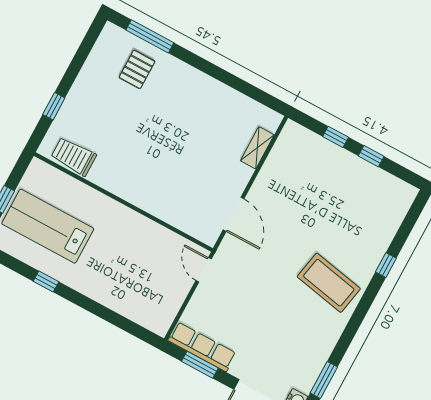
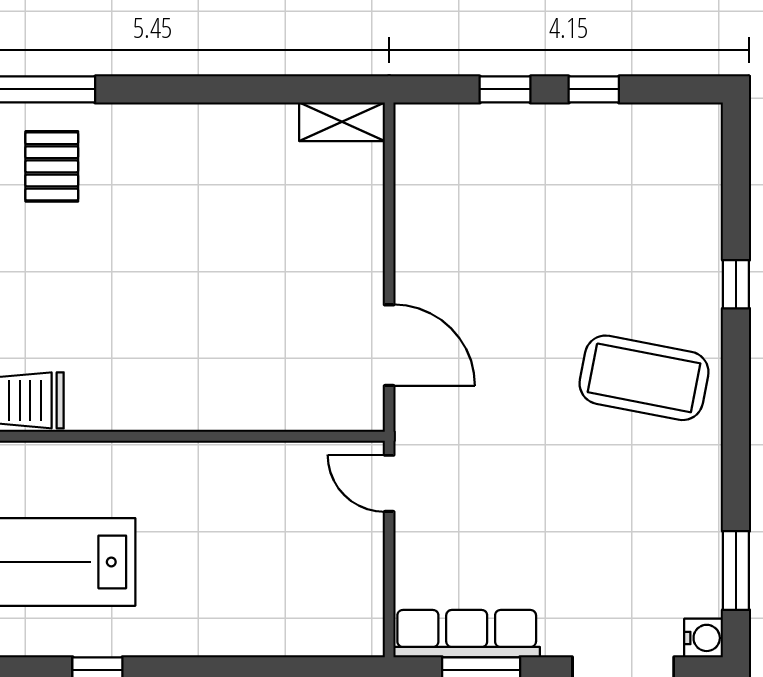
shelving: (257, 148) -> (342, 122), moved, turned 90

